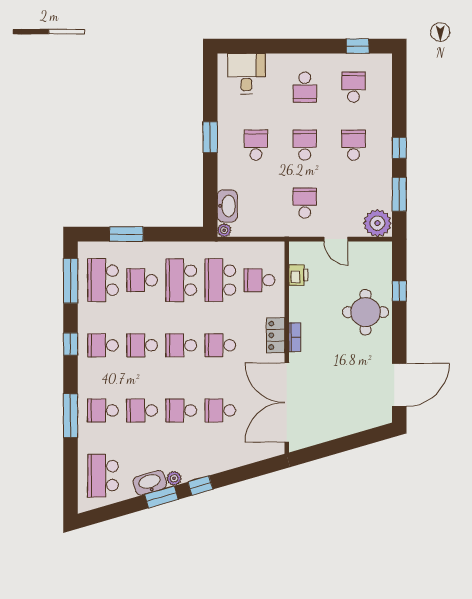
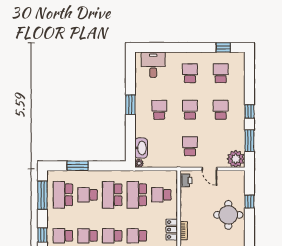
school desk: (305, 87) -> (190, 73), turned 180
printer: (298, 275) -> (186, 180), moved

